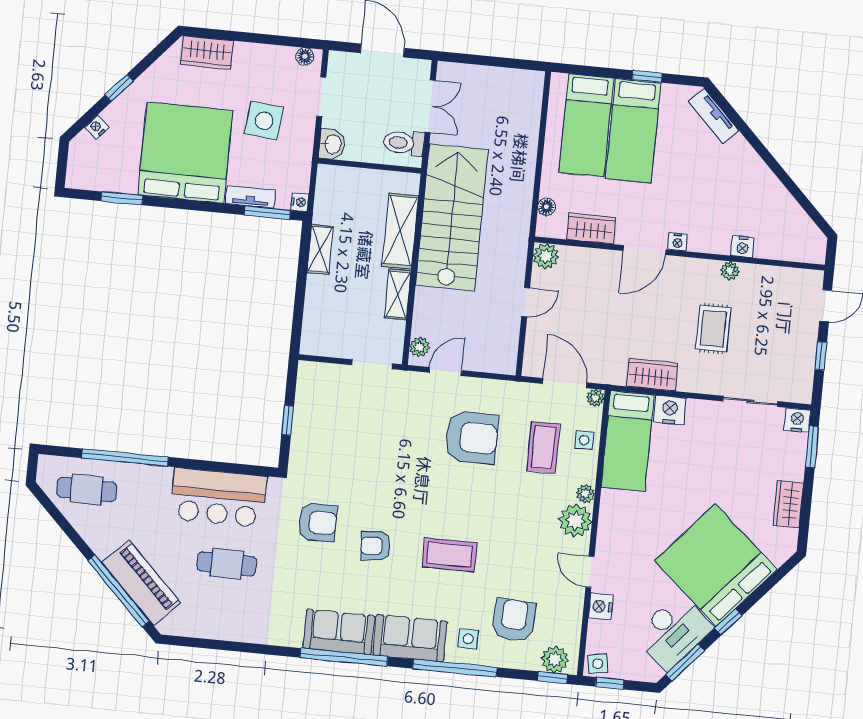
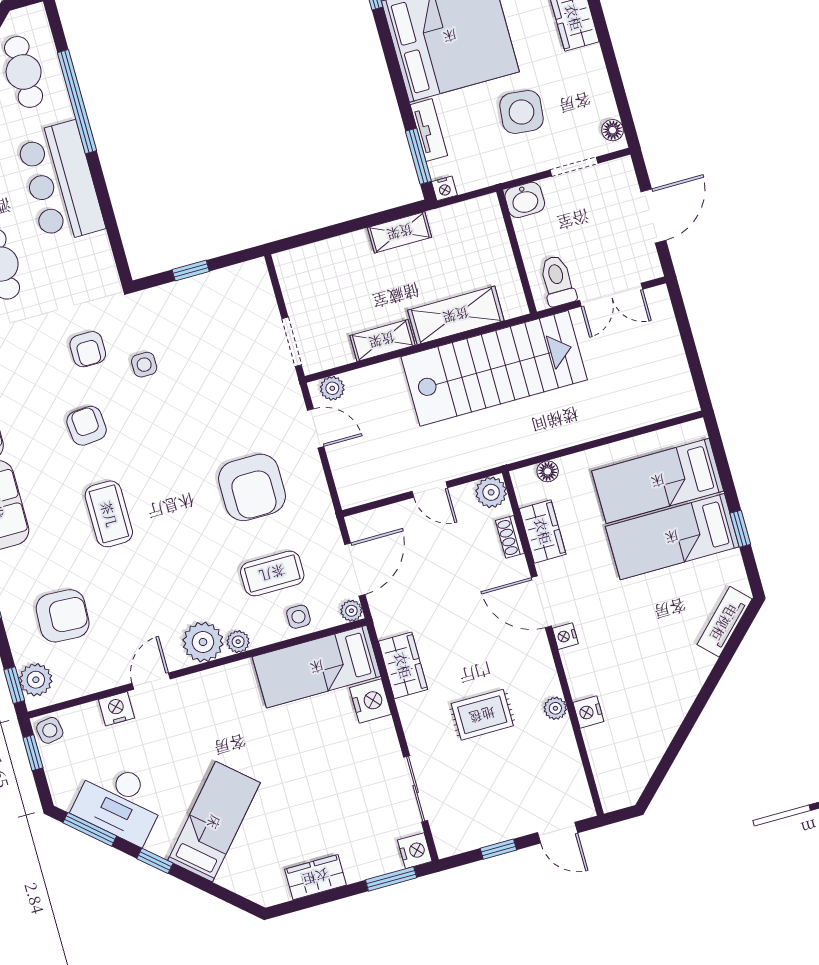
shoe rack: (585, 255) -> (510, 537), added
bar counter: (218, 497) -> (61, 182), moved
armchair: (317, 522) -> (88, 349), width x0.72, depth x0.72
bed: (716, 565) -> (214, 822), width x0.49
side table: (468, 639) -> (144, 365), moved

